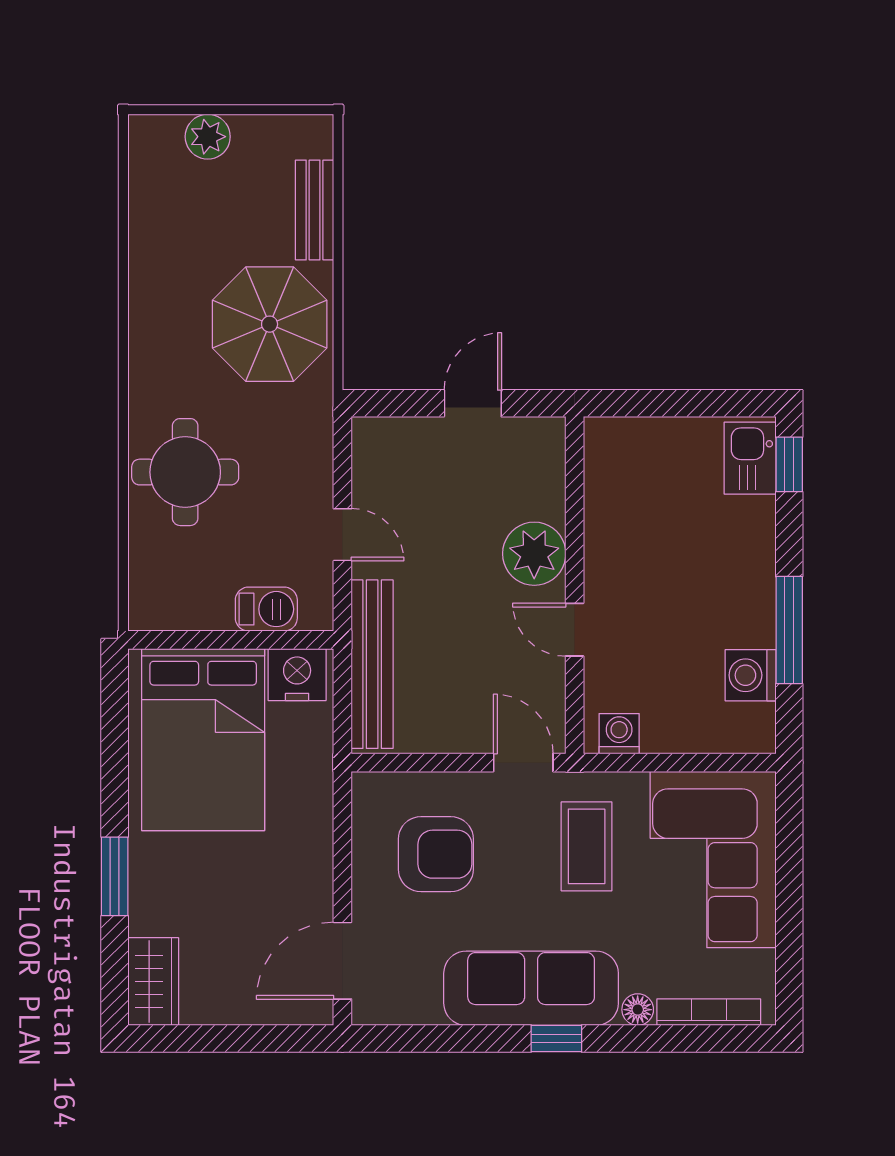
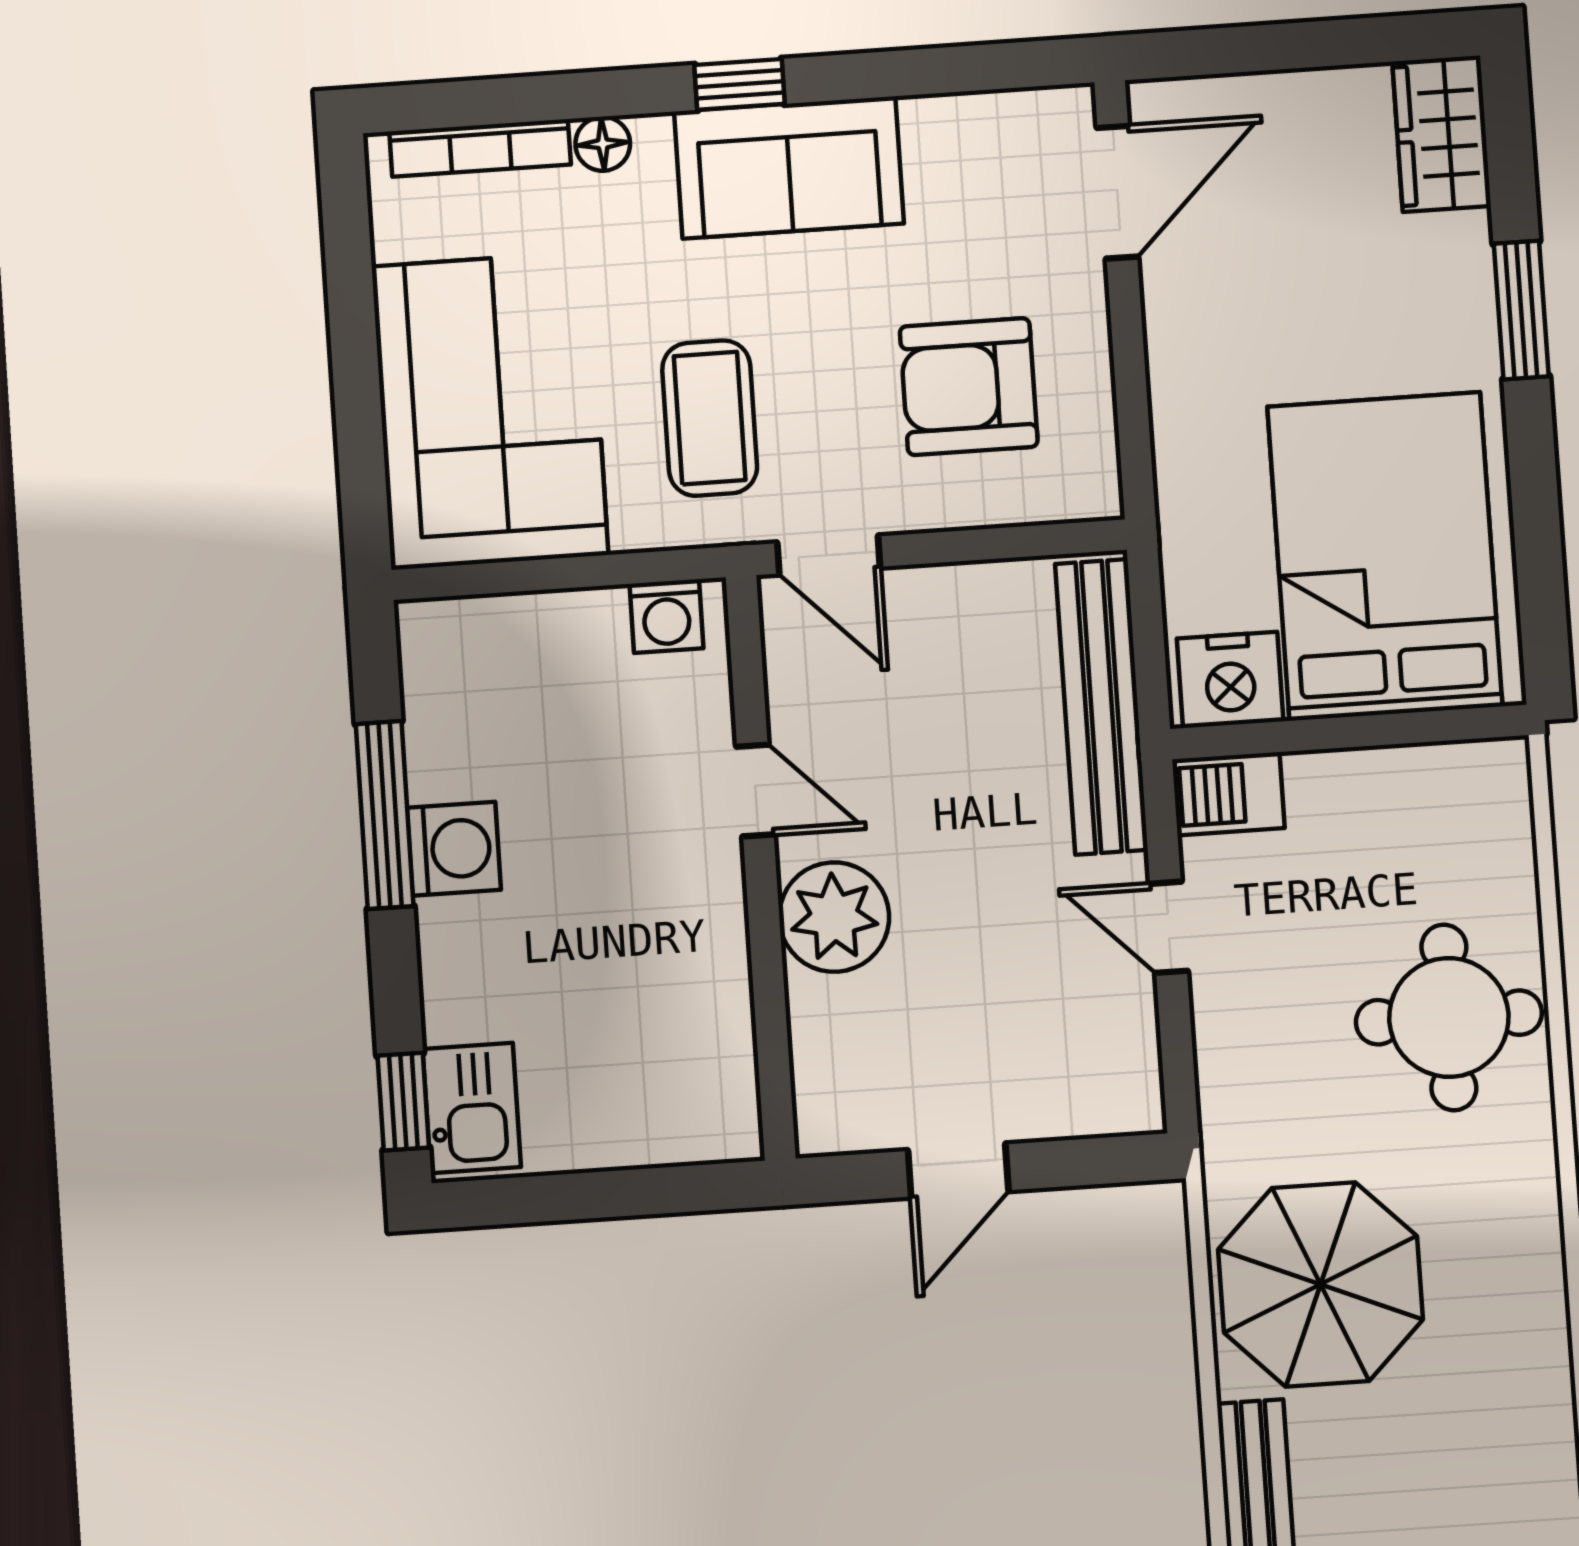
barbecue: (266, 609) -> (1228, 794), moved
washing machine: (751, 675) -> (454, 849), moved
sofa: (531, 988) -> (789, 168), width x0.73

